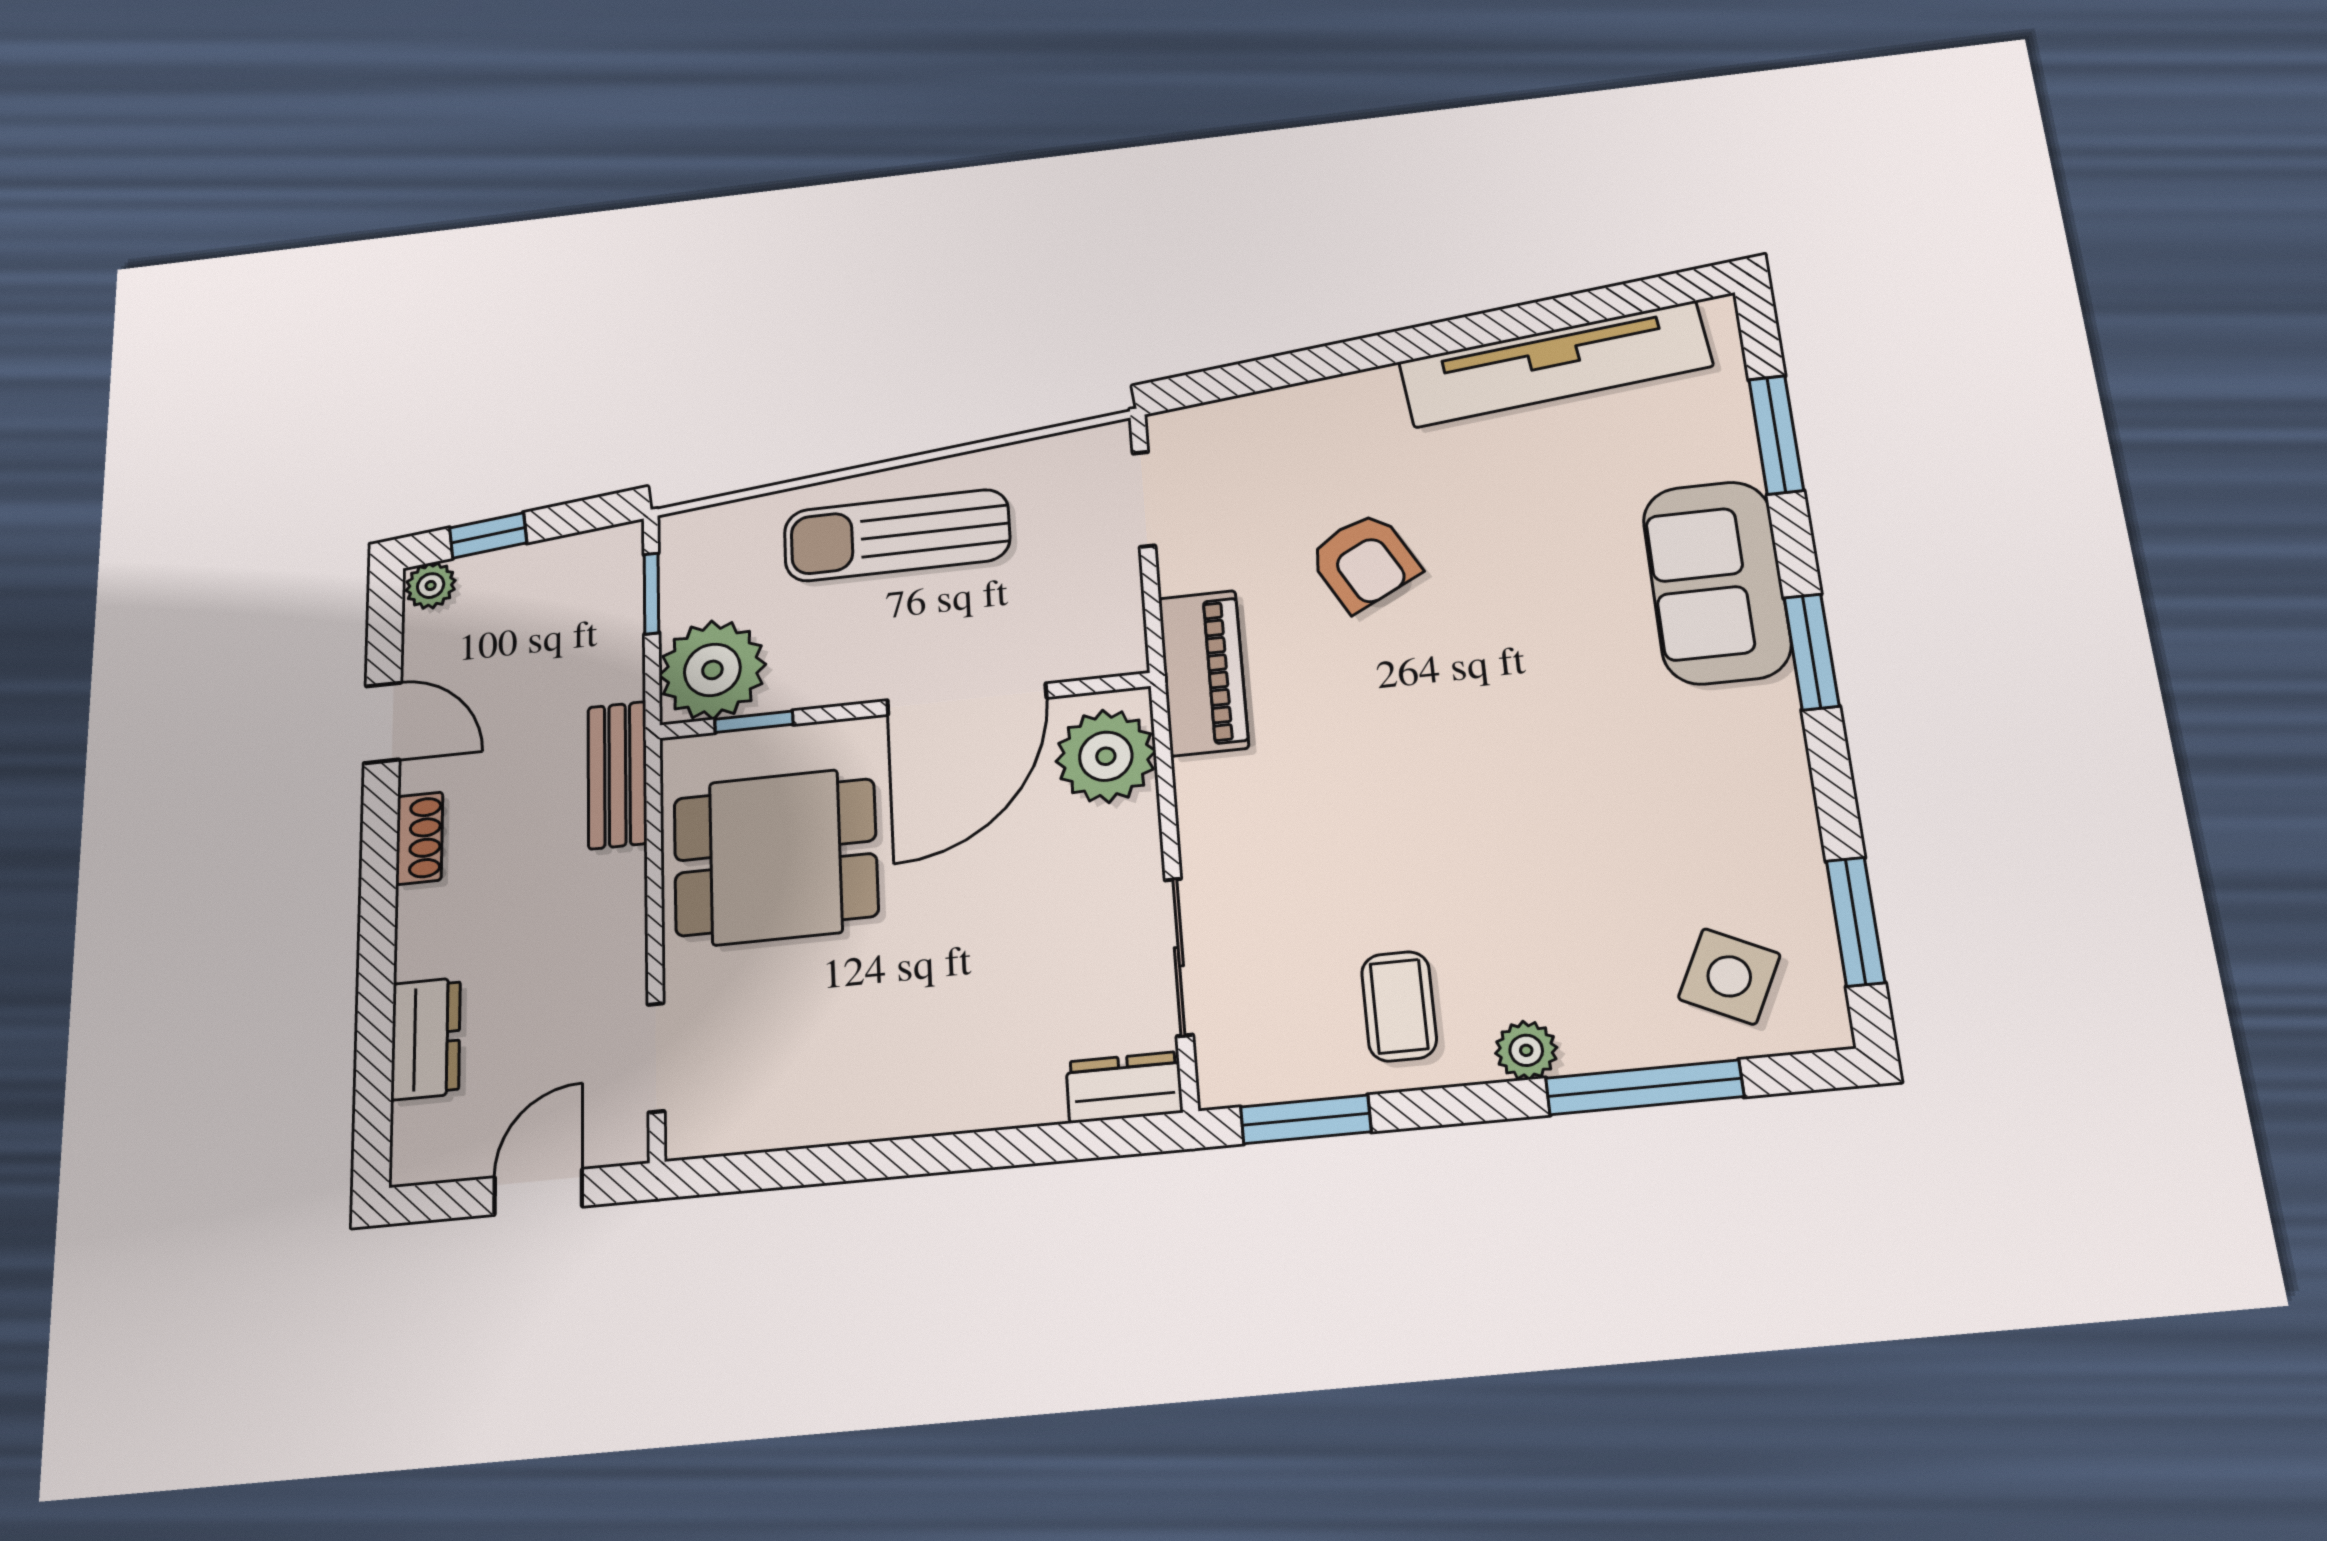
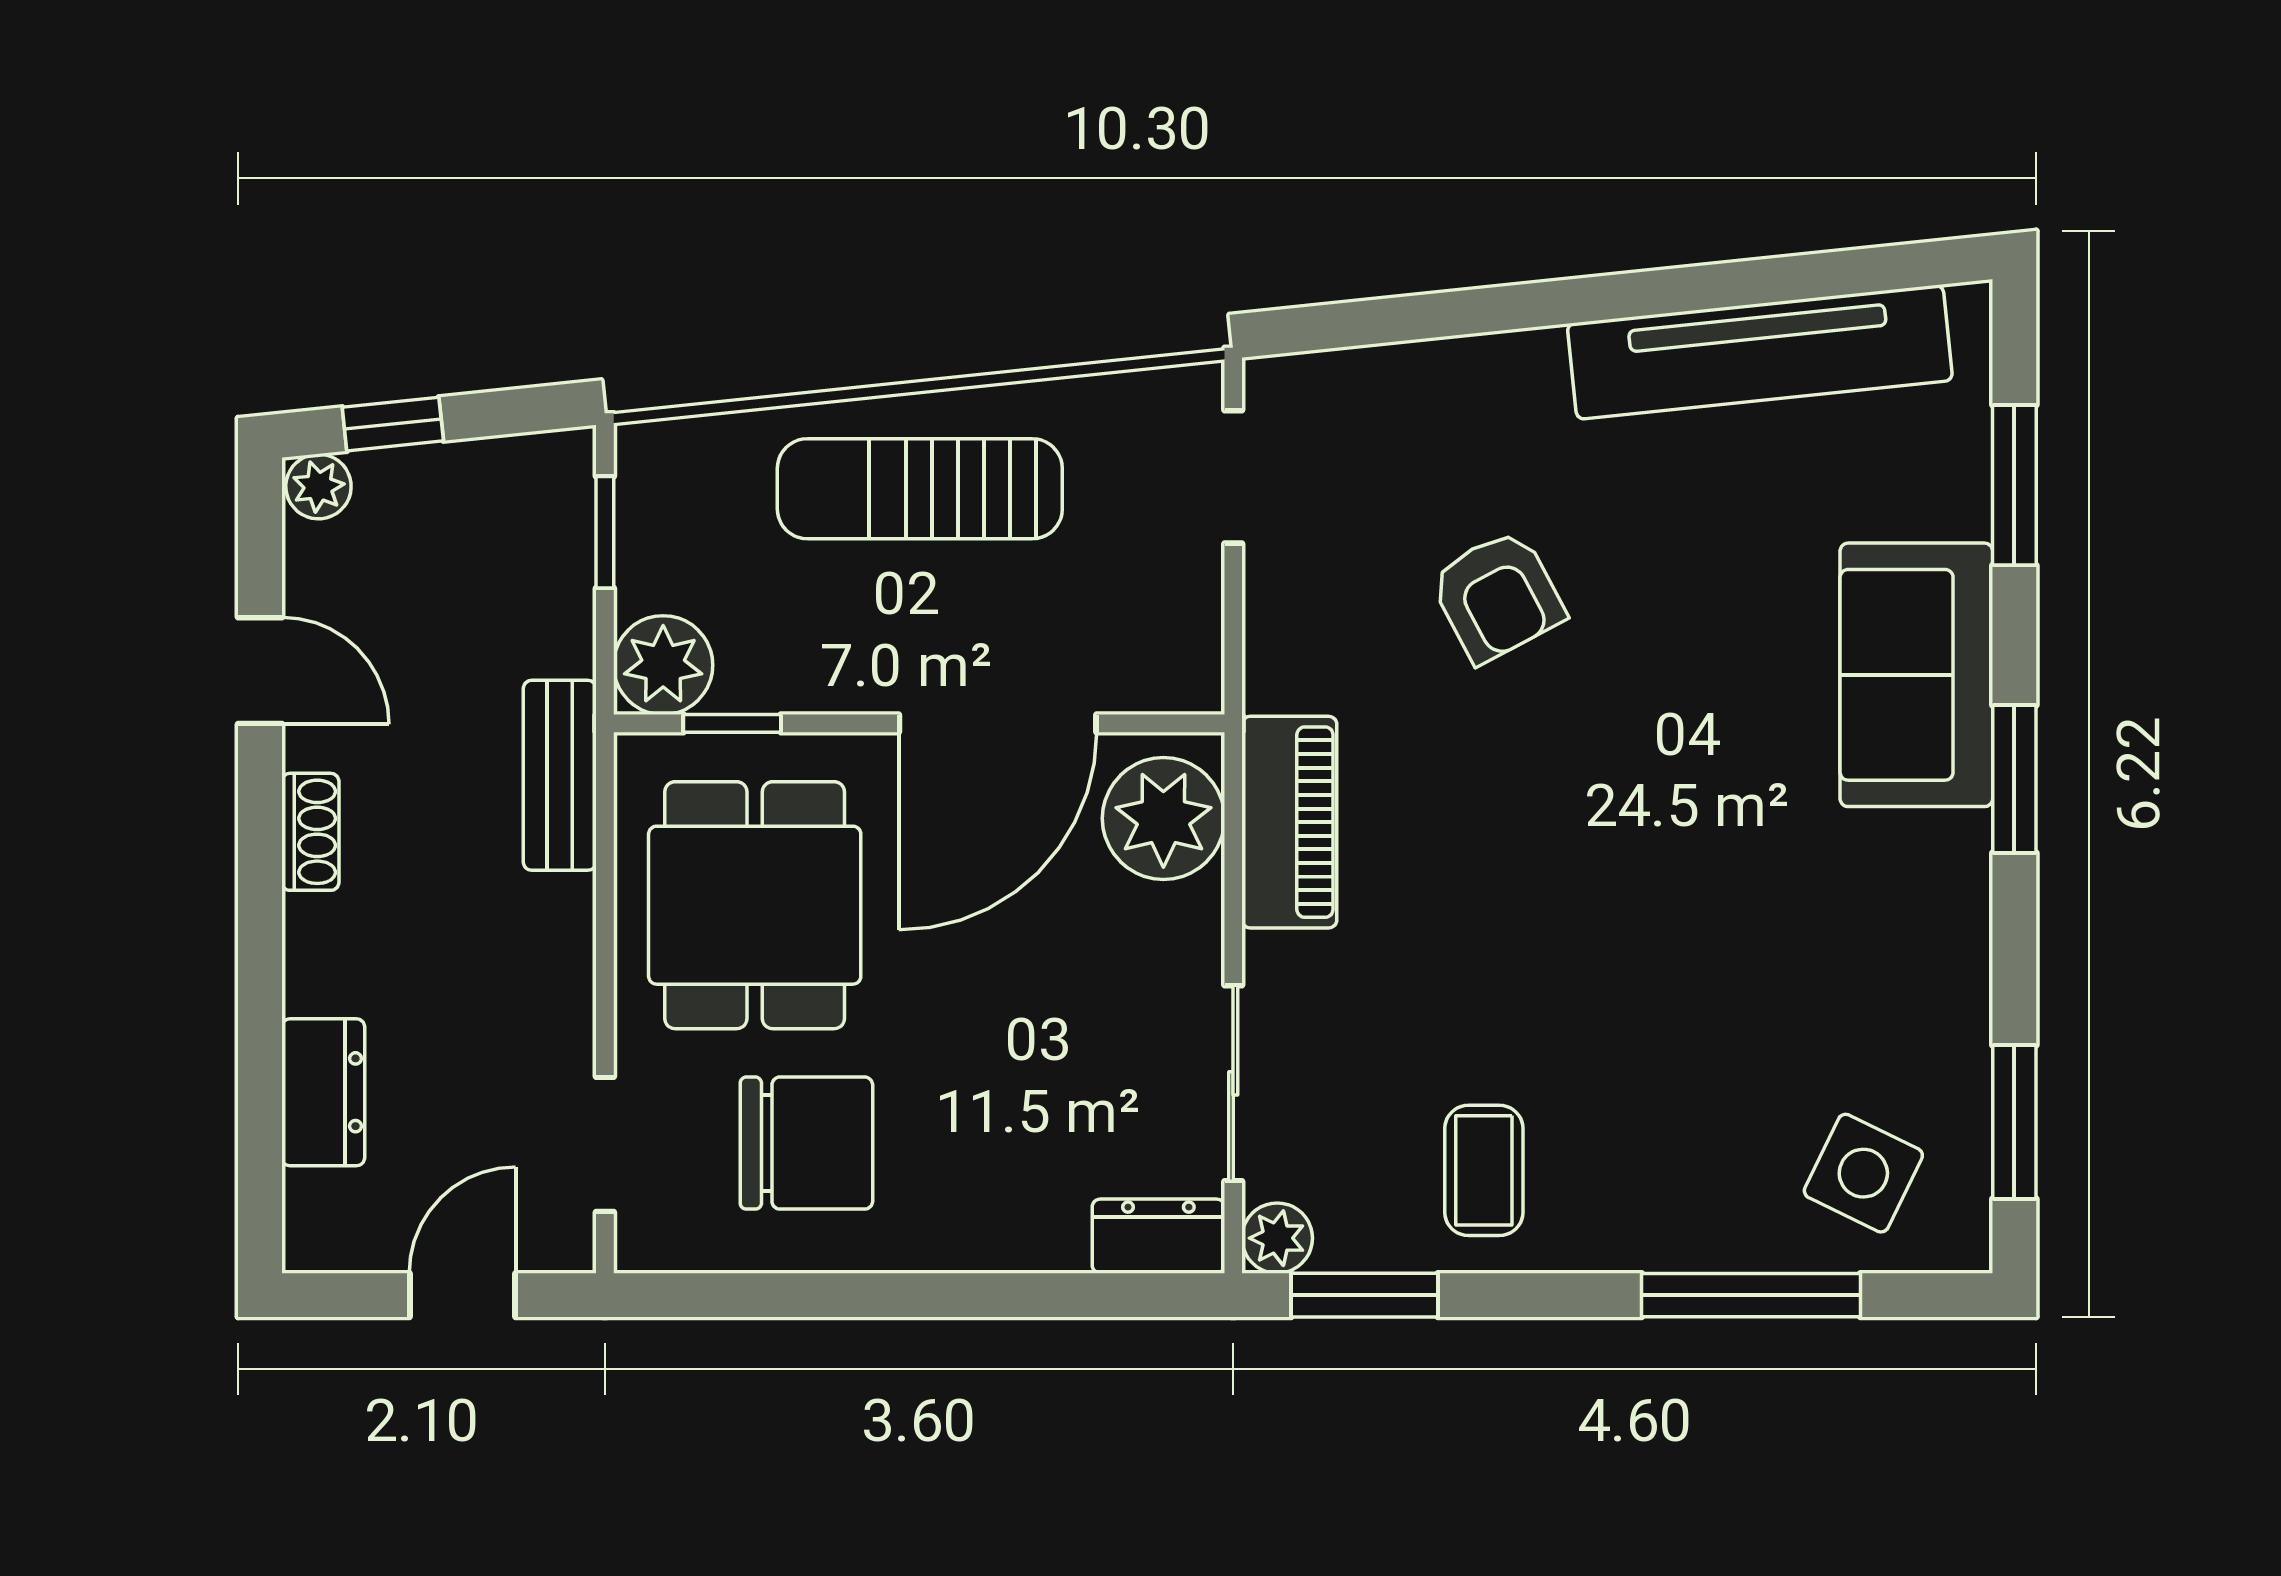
plant: (712, 670) -> (663, 665), width x0.73, depth x0.73
piano: (1203, 673) -> (1289, 822), moved
dining table: (775, 857) -> (755, 905), turned 90
chair: (823, 1040) -> (806, 1143), added
plant: (1526, 1050) -> (1277, 1238), moved

